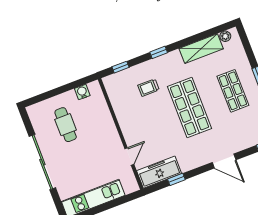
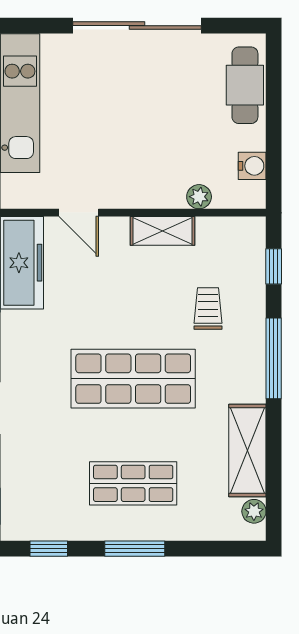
window: (159, 52) -> (274, 358), width x2.17
plant: (104, 109) -> (199, 197), added
shelving: (123, 119) -> (163, 231), added
cafe table: (66, 125) -> (245, 85), moved, turned 90

